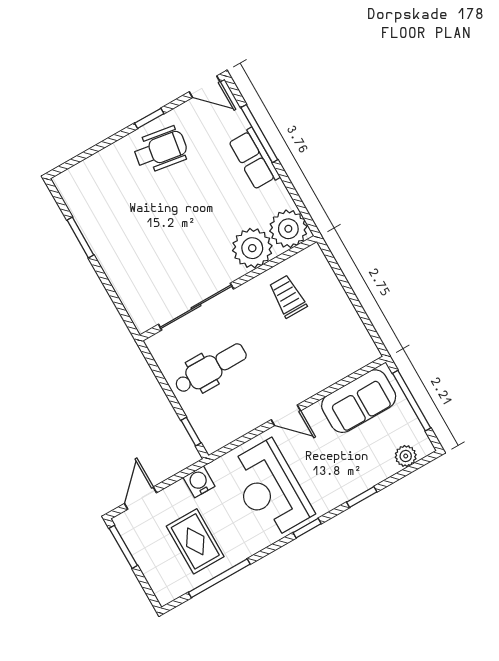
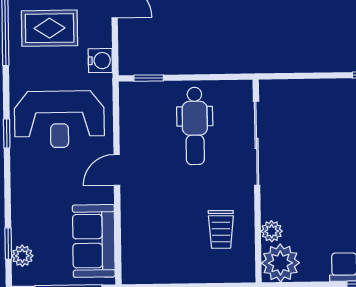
plant: (252, 248) -> (272, 231), width x0.53, depth x0.53
trolley: (288, 296) -> (221, 229), turned 90
reception desk: (270, 489) -> (59, 119), turned 180
window: (362, 497) -> (8, 244), moved

